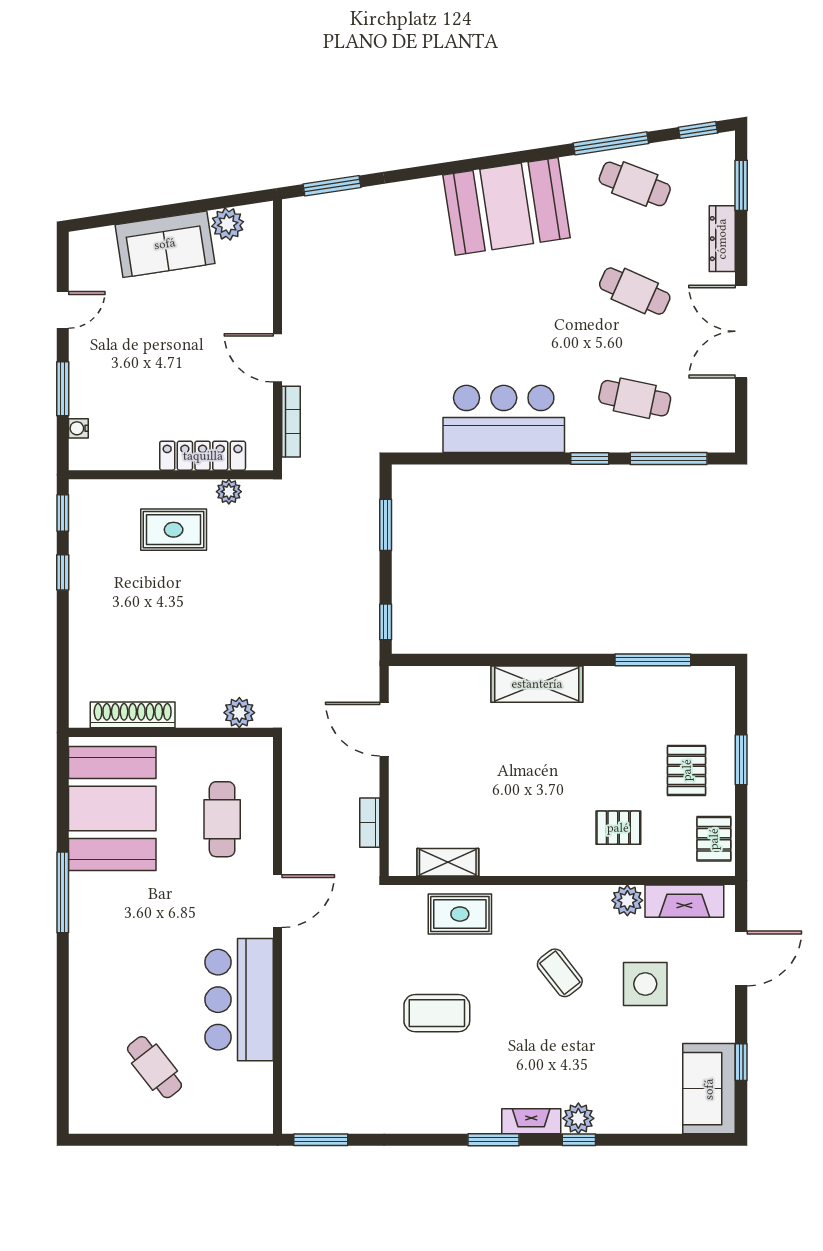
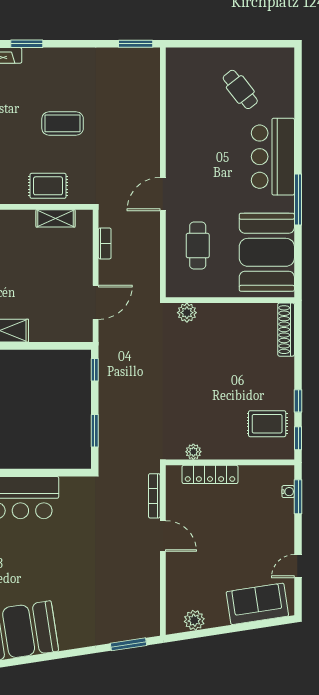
sofa: (165, 244) -> (257, 604), moved
window: (63, 389) -> (298, 497), moved
rug: (174, 530) -> (267, 424), moved
shoe rack: (133, 715) -> (286, 330), moved, turned 90
door: (384, 729) -> (96, 302), hinge flipped
bar counter: (239, 1000) -> (273, 157), moved, turned 180

